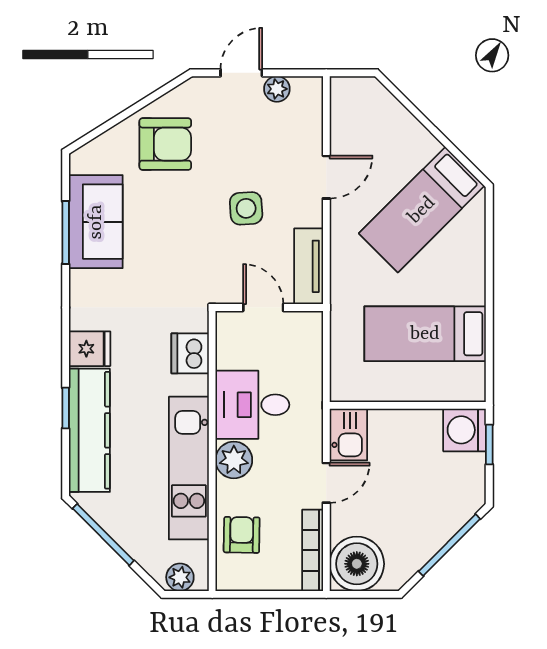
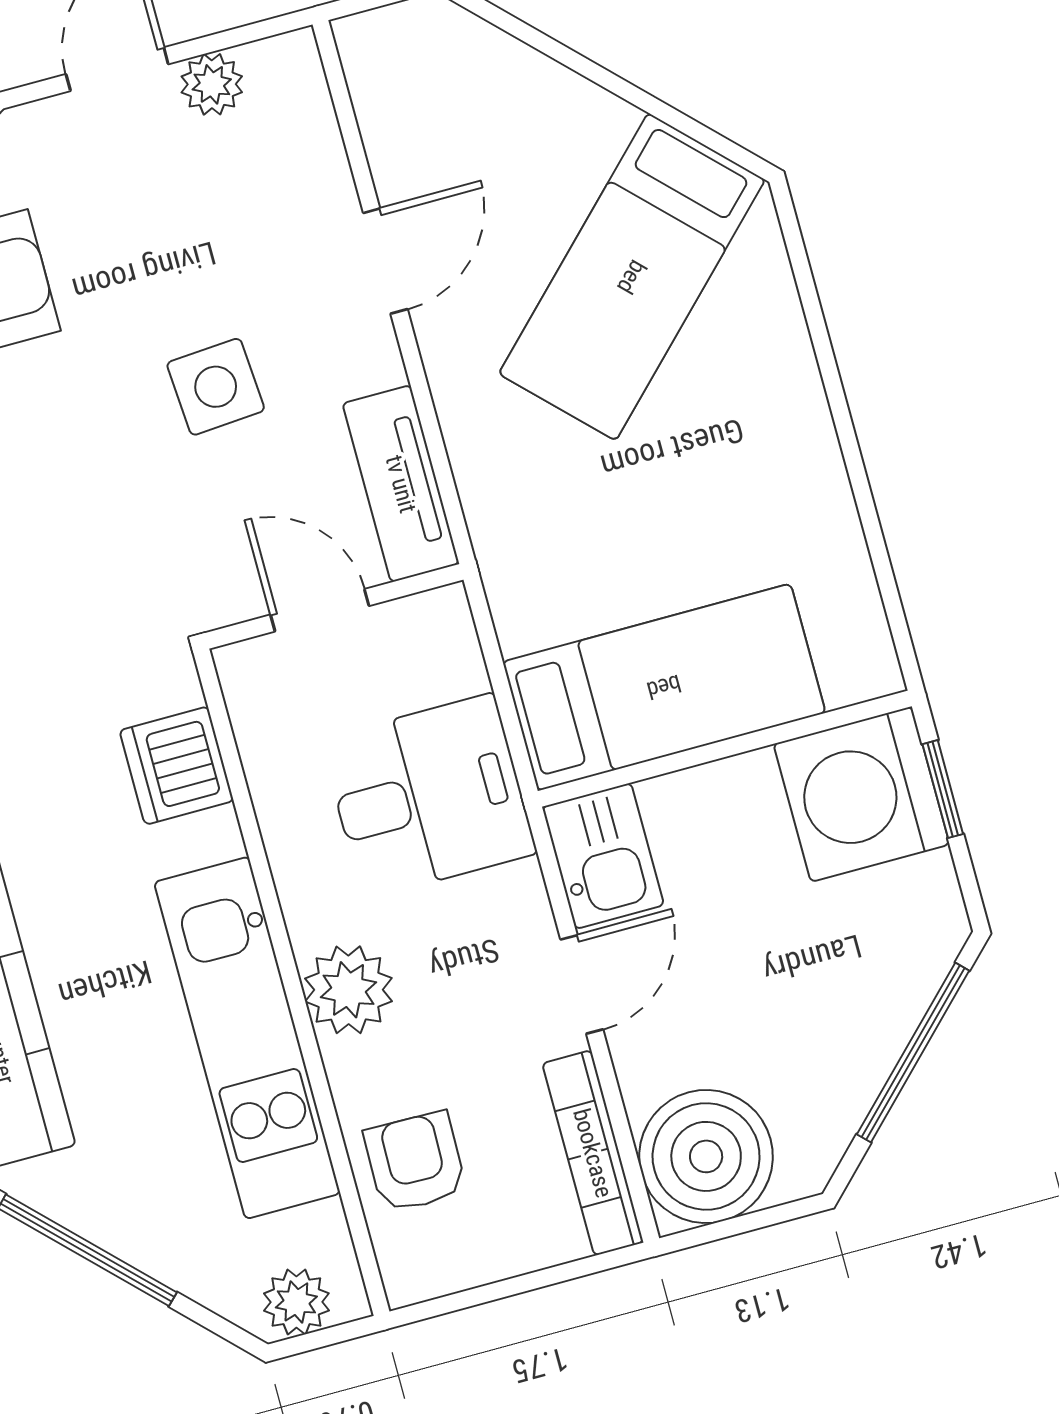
bed: (425, 334) -> (664, 687), moved, turned 180
desk: (252, 405) -> (429, 796), moved, turned 180
washing machine: (465, 430) -> (861, 794), width x1.37, depth x1.37

